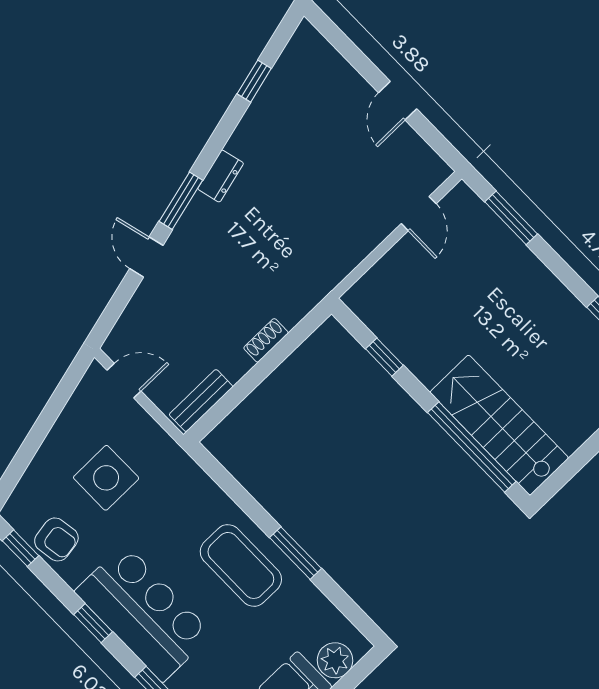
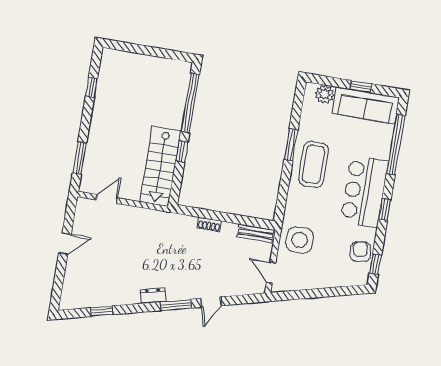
window: (384, 357) -> (182, 151), moved
stairs: (499, 425) -> (160, 166), moved
side table: (106, 478) -> (300, 240), moved

